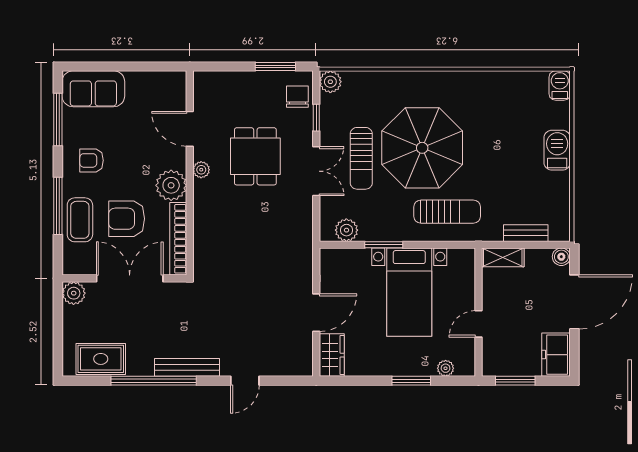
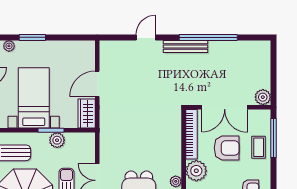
window: (58, 206) -> (274, 138), moved
coffee table: (80, 220) -> (259, 147), width x0.73, depth x0.77
plant: (346, 230) -> (57, 140), moved
wardrobe: (332, 355) -> (87, 113), moved
rug: (101, 359) -> (244, 52), removed

